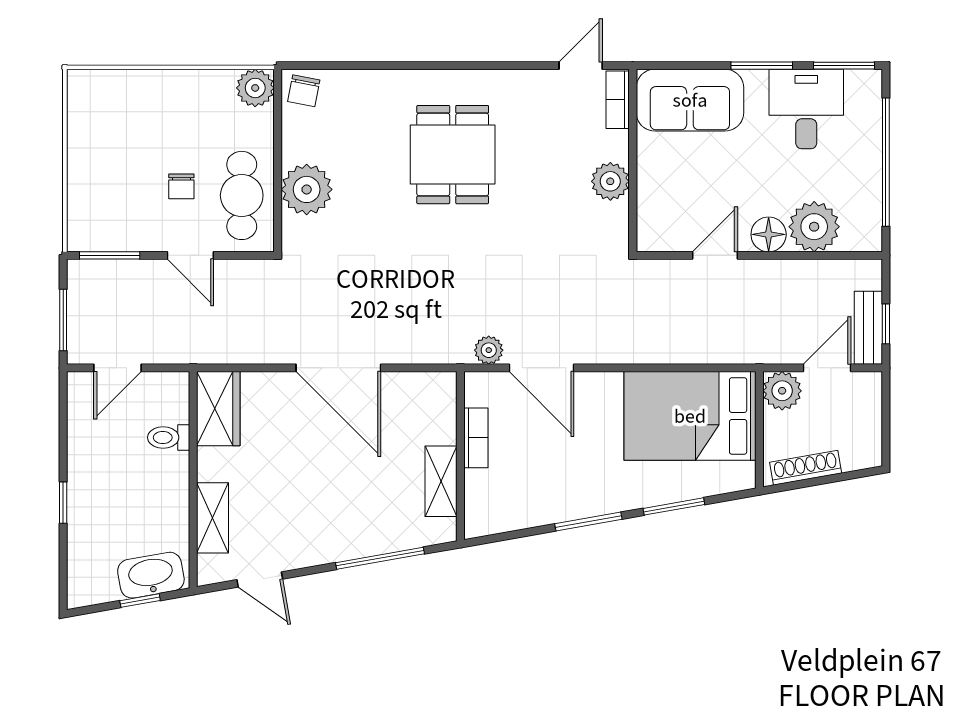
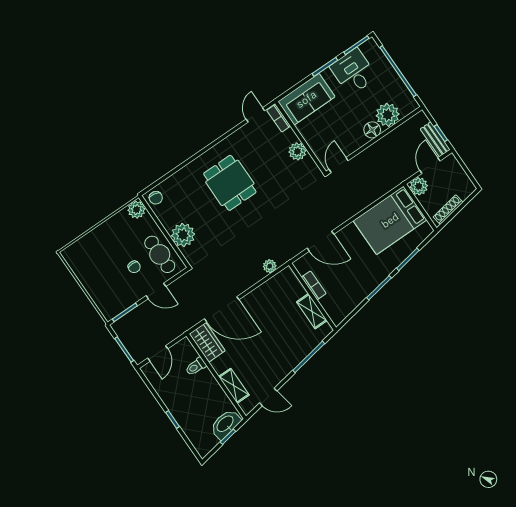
door: (715, 255) -> (339, 165), moved
plant: (489, 350) -> (270, 266), moved
door: (338, 368) -> (222, 309), moved

